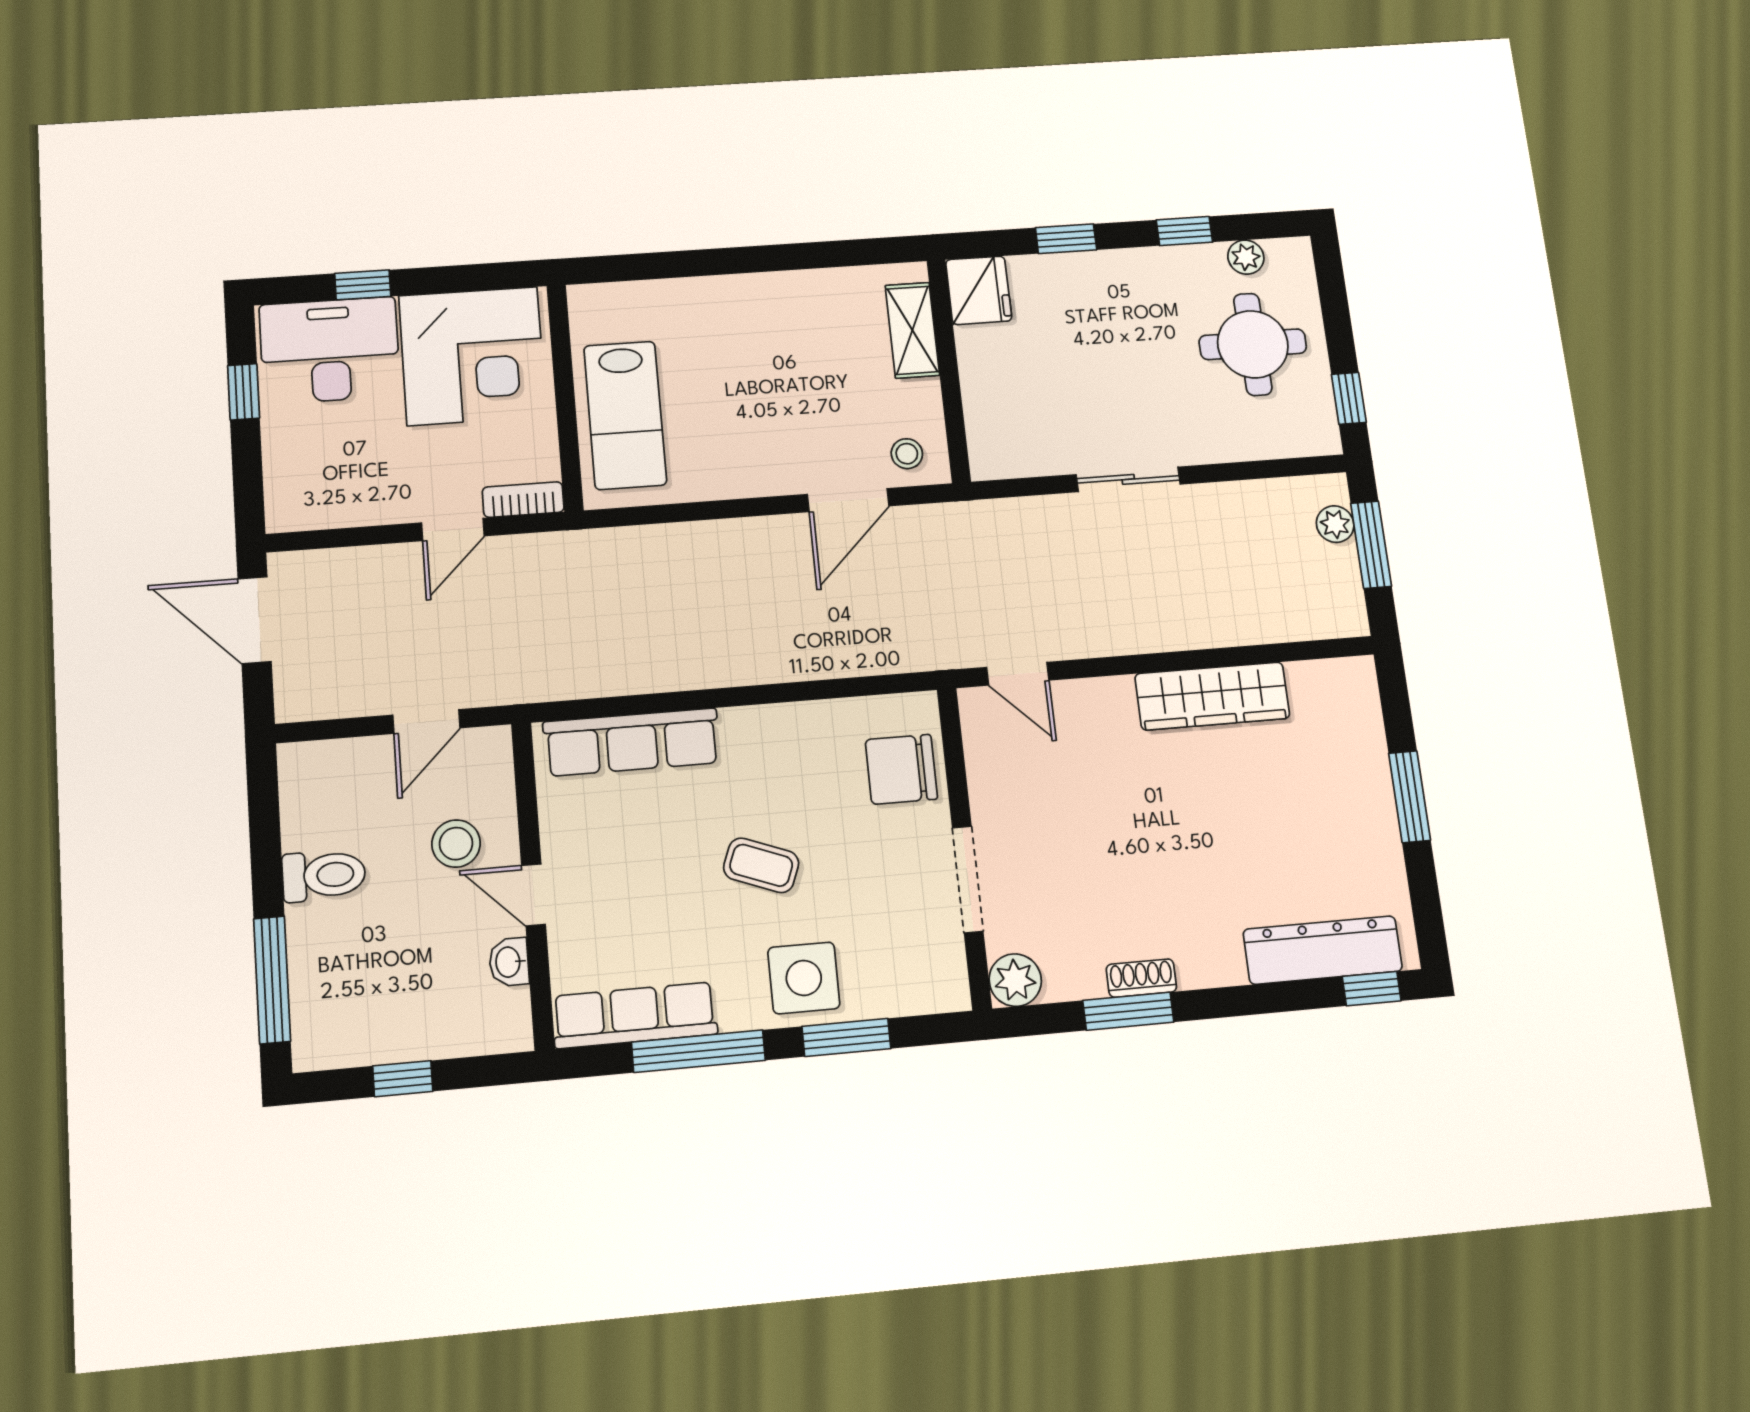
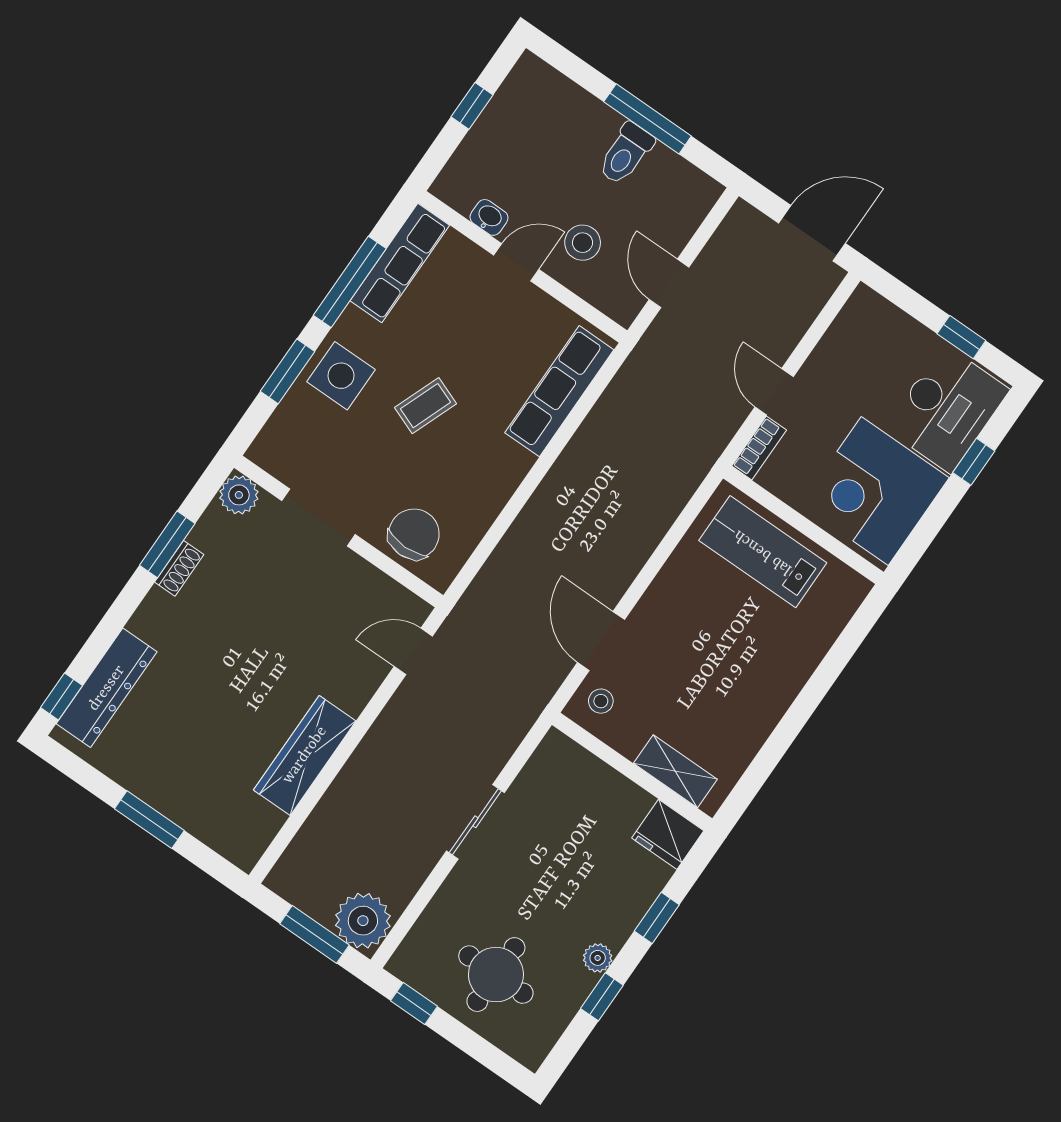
plant: (1246, 257) -> (598, 958), moved
plant: (1335, 524) -> (363, 921), width x1.87, depth x1.87
window: (272, 980) -> (648, 119), moved

